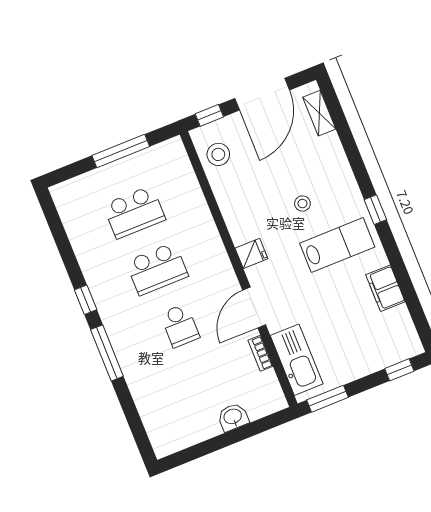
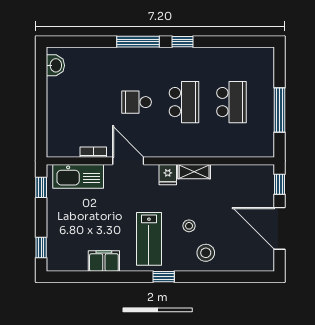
shelving: (319, 113) -> (194, 172), moved
stool: (218, 154) -> (206, 253), moved
school desk: (134, 212) -> (232, 102), turned 180
school desk: (157, 269) -> (184, 102), turned 180
window: (328, 399) -> (41, 187), width x0.67
washbasin: (233, 417) -> (55, 65), moved

